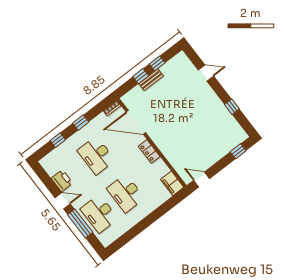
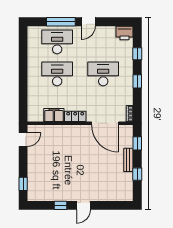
door: (206, 73) -> (84, 205), moved
window: (141, 76) -> (137, 143), moved
door: (136, 122) -> (105, 123), swing flipped
printer: (62, 181) -> (124, 33), moved
filing cabinet: (172, 183) -> (54, 115), moved

